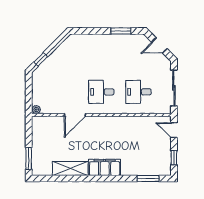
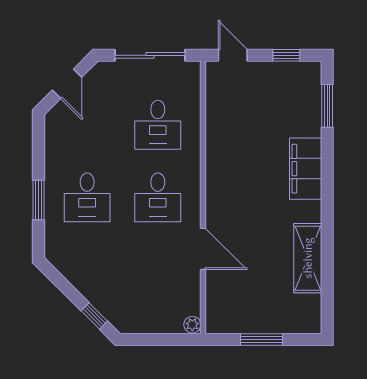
window: (121, 31) -> (39, 200), moved
desk: (101, 56) -> (87, 197), added
door: (174, 130) -> (233, 55), swing flipped
window: (29, 158) -> (262, 339), moved
filing cabinet: (105, 167) -> (306, 169), moved

